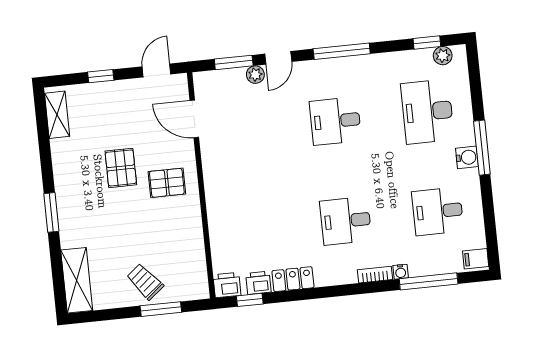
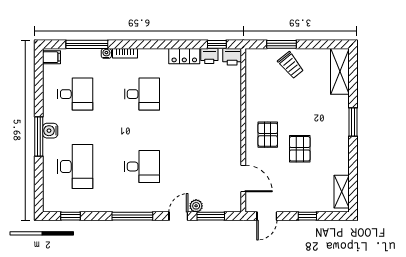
plant: (443, 56) -> (60, 206), removed
pallet: (167, 183) -> (268, 135), turned 90

